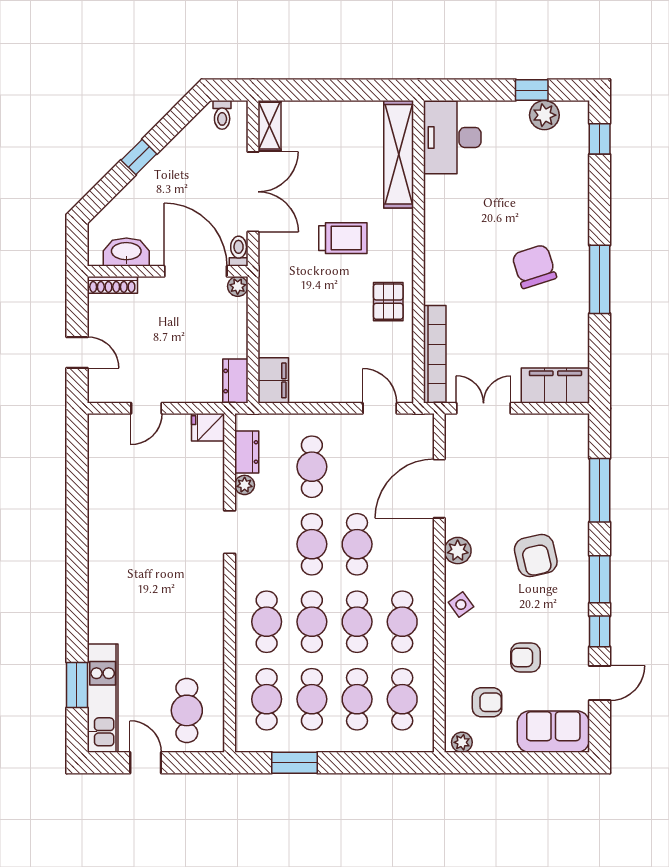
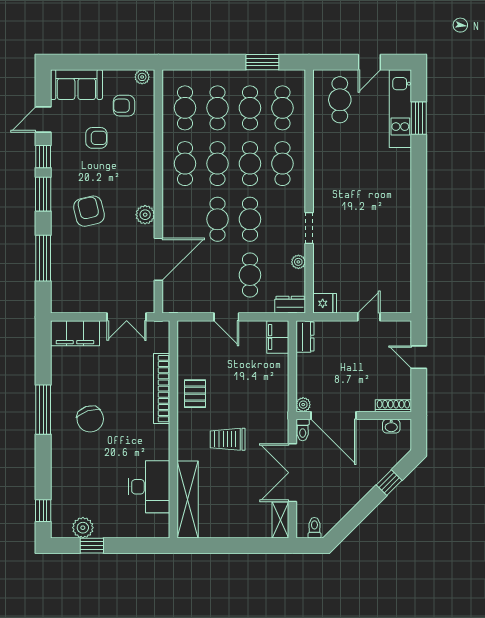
desk: (452, 137) -> (149, 487), moved
window: (139, 157) -> (389, 483), moved
washbasin: (126, 252) -> (391, 426), width x0.52, depth x0.69
bookcase: (435, 354) -> (162, 389), moved
door: (380, 408) -> (226, 317), moved
dresser: (247, 452) -> (290, 305), moved, turned 90
side table: (461, 605) -> (143, 176), removed
door: (146, 763) -> (369, 62), hinge flipped

